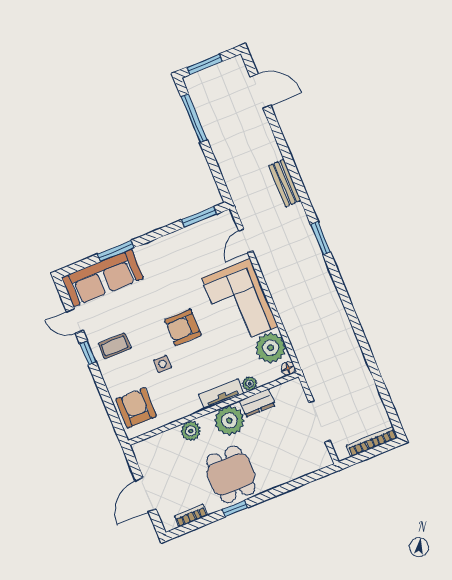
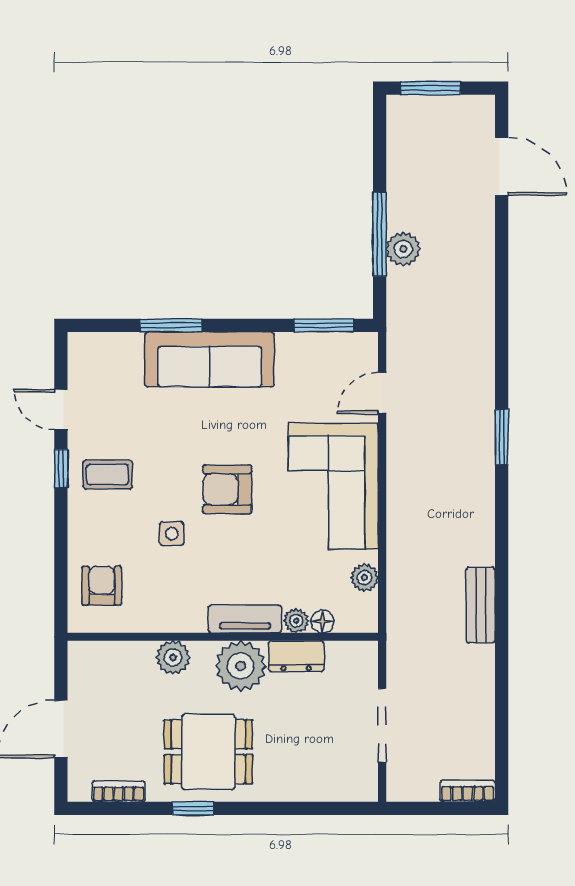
window: (194, 118) -> (380, 234), moved
plant: (225, 158) -> (403, 249), added
bench: (285, 183) -> (481, 605), moved
sofa: (102, 278) -> (210, 359), moved
plant: (271, 348) -> (364, 578), width x0.53, depth x0.53
floor lamp: (288, 368) -> (322, 621), moved
armchair: (136, 408) -> (102, 586), width x0.72, depth x0.72
bookcase: (372, 442) -> (468, 791), width x0.64
dining table: (231, 474) -> (208, 752), turned 90

